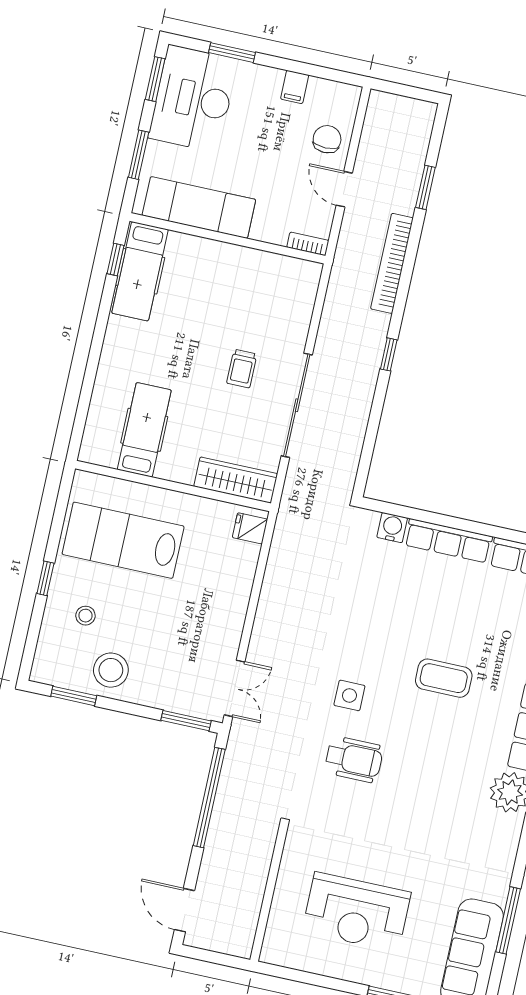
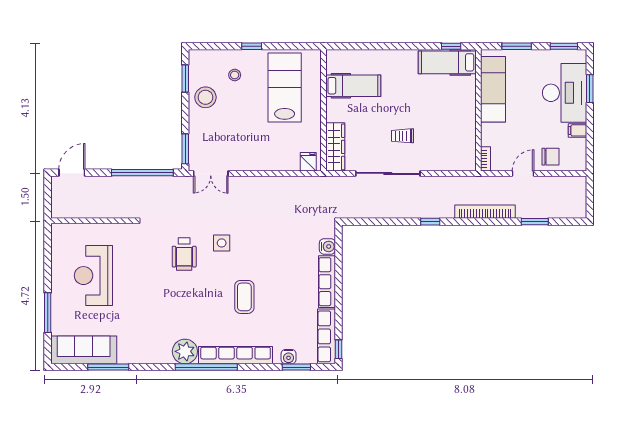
desk: (193, 99) -> (565, 93), moved, turned 90

